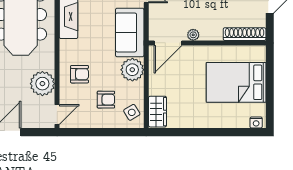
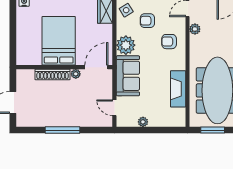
shoe rack: (245, 34) -> (53, 74), moved
bed: (236, 82) -> (59, 41), moved, turned -90
plant: (42, 84) -> (195, 29), width x0.53, depth x0.53

